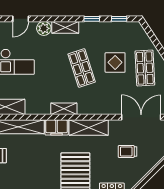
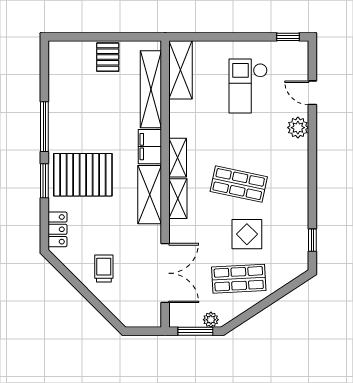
window: (92, 19) -> (312, 199), removed
shelving: (65, 27) -> (178, 199), moved
shop shelf: (82, 68) -> (239, 184), turned 30
trolley: (127, 151) -> (104, 269), moved

